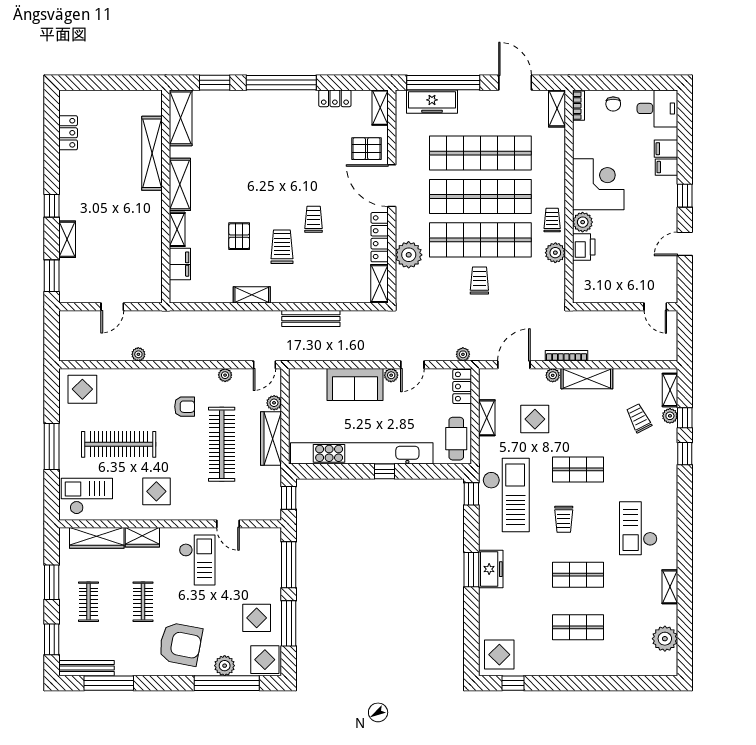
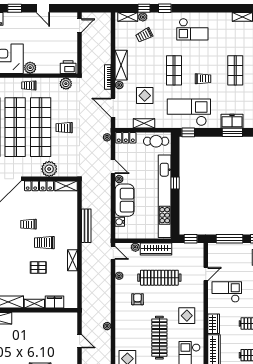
printer: (584, 247) -> (68, 67), moved
plant: (555, 253) -> (66, 84), moved
water cooler: (318, 376) -> (120, 222), added
checkout: (638, 528) -> (192, 29), moved

